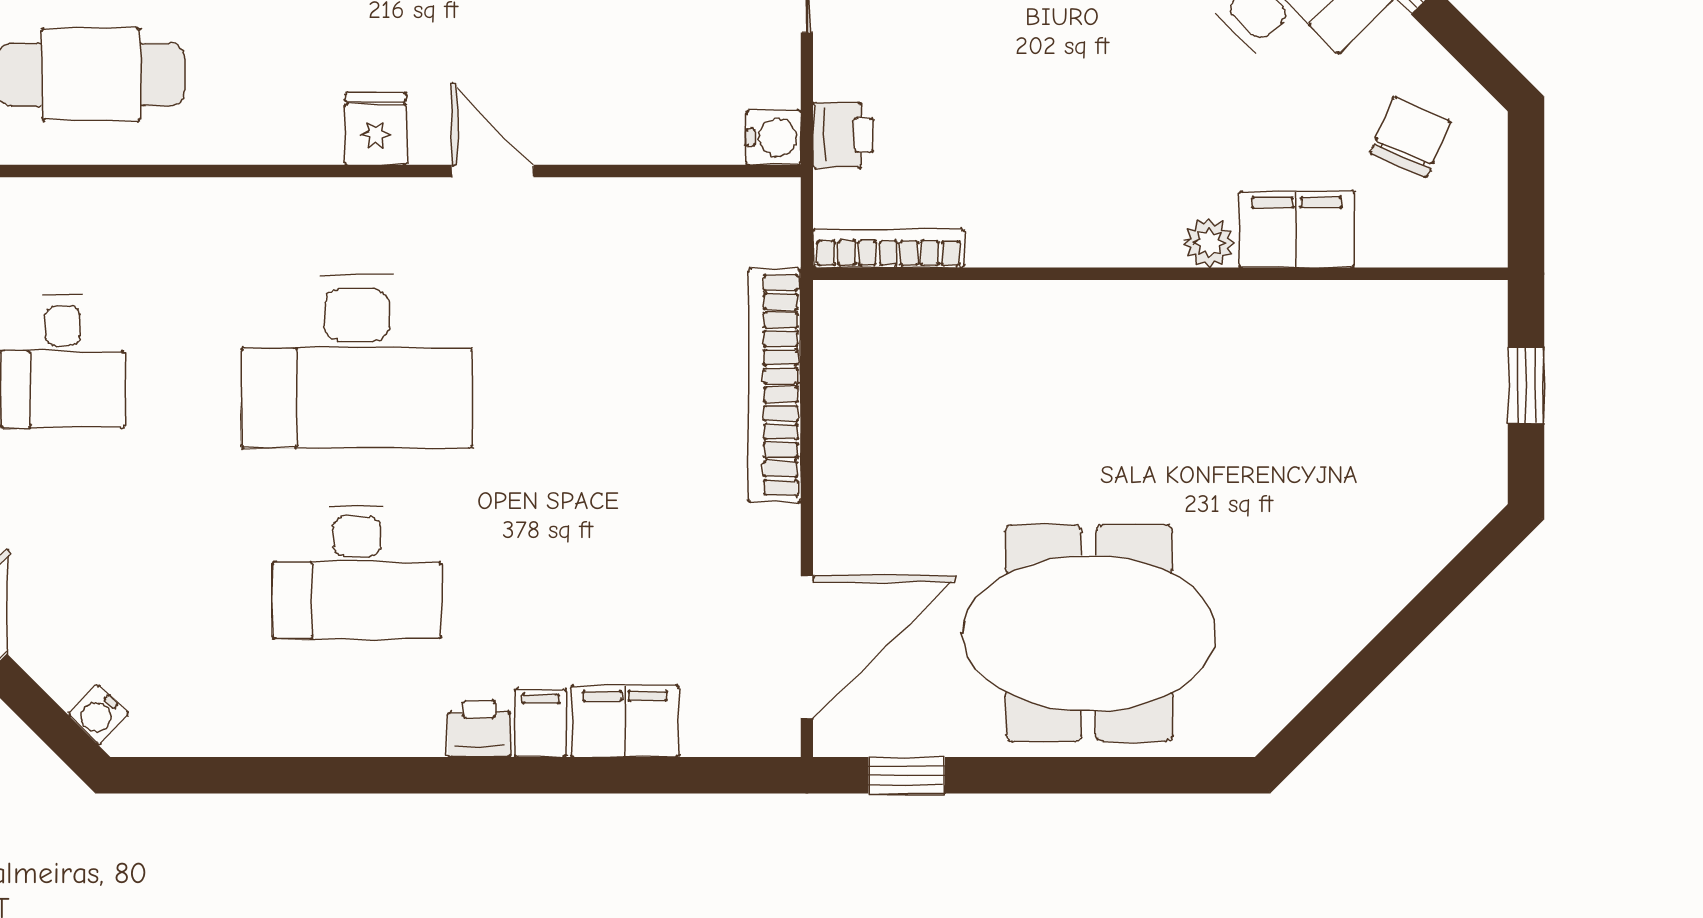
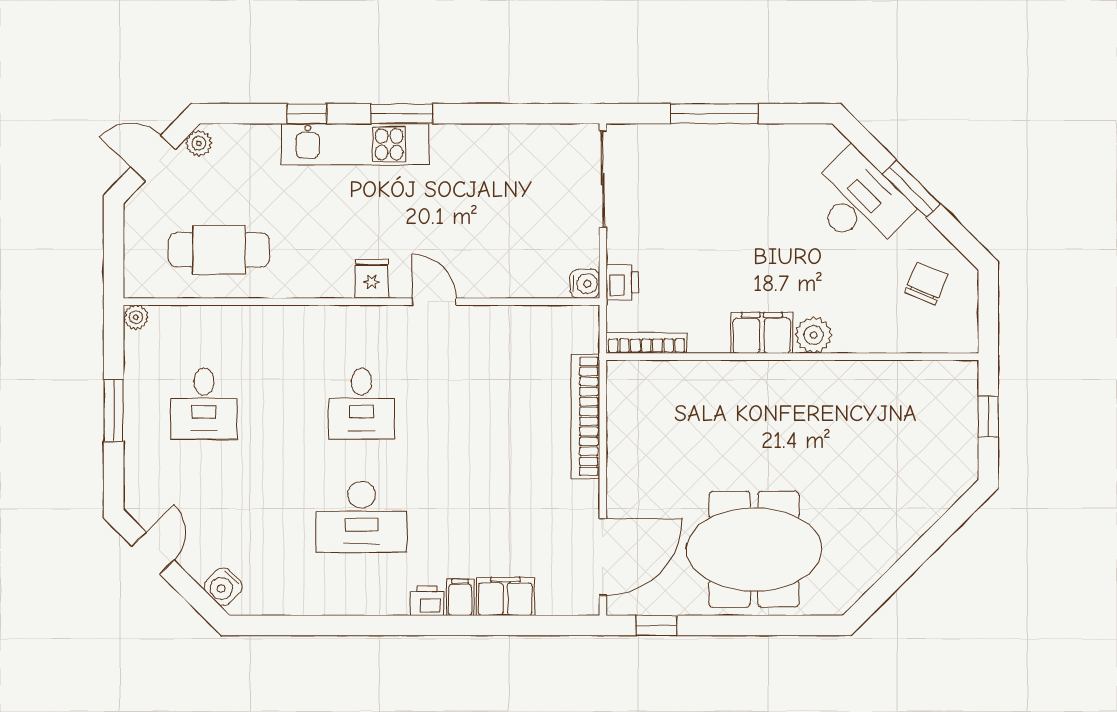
filing cabinet: (1297, 229) -> (762, 333), moved
plant: (1209, 243) -> (814, 335), width x1.38, depth x1.38
desk: (357, 362) -> (361, 404), width x0.53, depth x0.77
water cooler: (98, 715) -> (223, 587), width x1.38, depth x1.38

